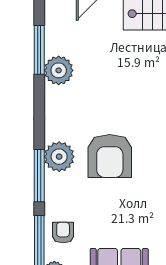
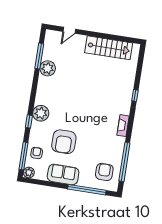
armchair: (110, 156) -> (64, 142), moved
window: (39, 176) -> (29, 121), width x0.46

